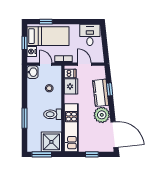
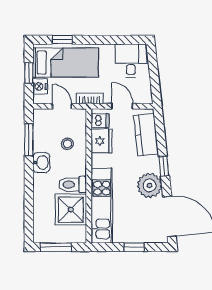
washbasin: (33, 72) -> (41, 163), moved
window: (110, 89) -> (164, 166), moved
kitchen counter: (101, 93) -> (146, 134), moved
window: (24, 118) -> (29, 140), moved
shower: (51, 142) -> (71, 210), moved

